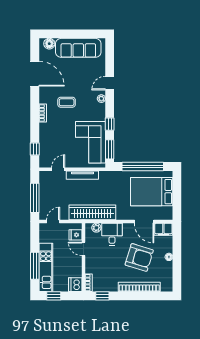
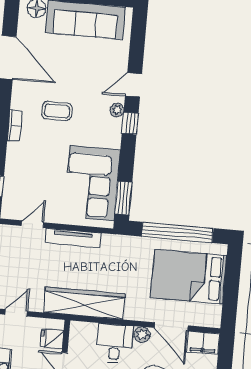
window: (110, 124) -> (130, 123), moved
plant: (96, 228) -> (142, 335), moved

